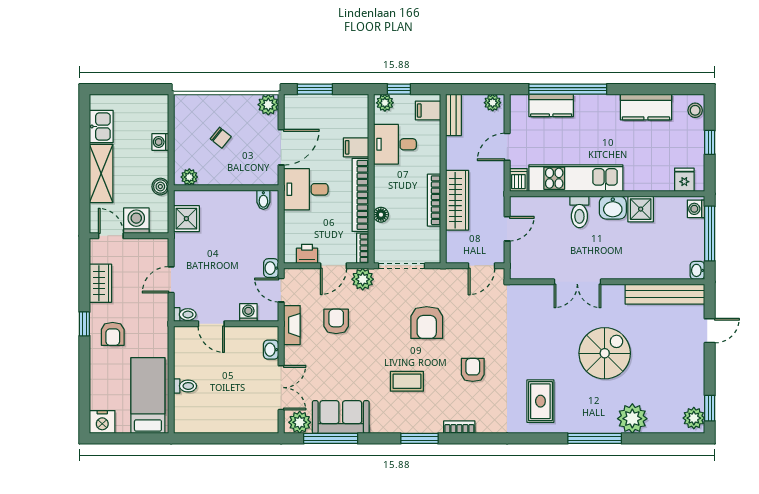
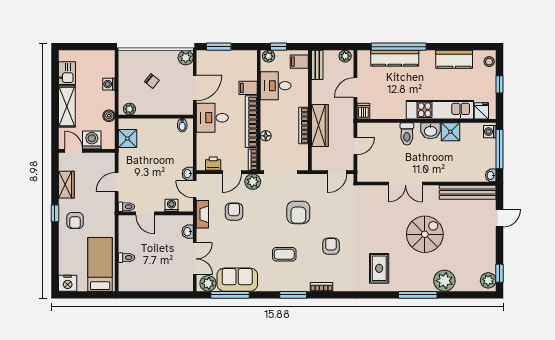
kitchen counter: (551, 105) -> (395, 58), width x1.50
kitchen unit: (576, 178) -> (440, 110), moved

